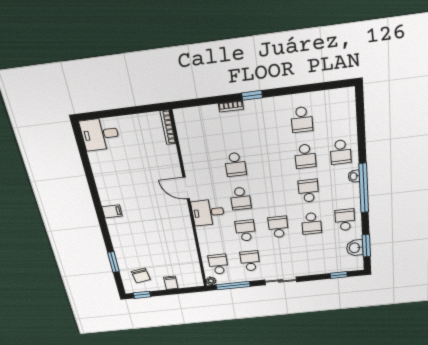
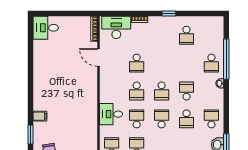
window: (252, 95) -> (169, 13), moved
desk: (199, 122) -> (116, 27), added
school desk: (305, 156) -> (162, 91), moved
door: (186, 188) -> (98, 57), moved
window: (364, 188) -> (226, 59), moved
filing cabinet: (112, 211) -> (40, 116), moved
desk: (208, 212) -> (111, 114), moved

